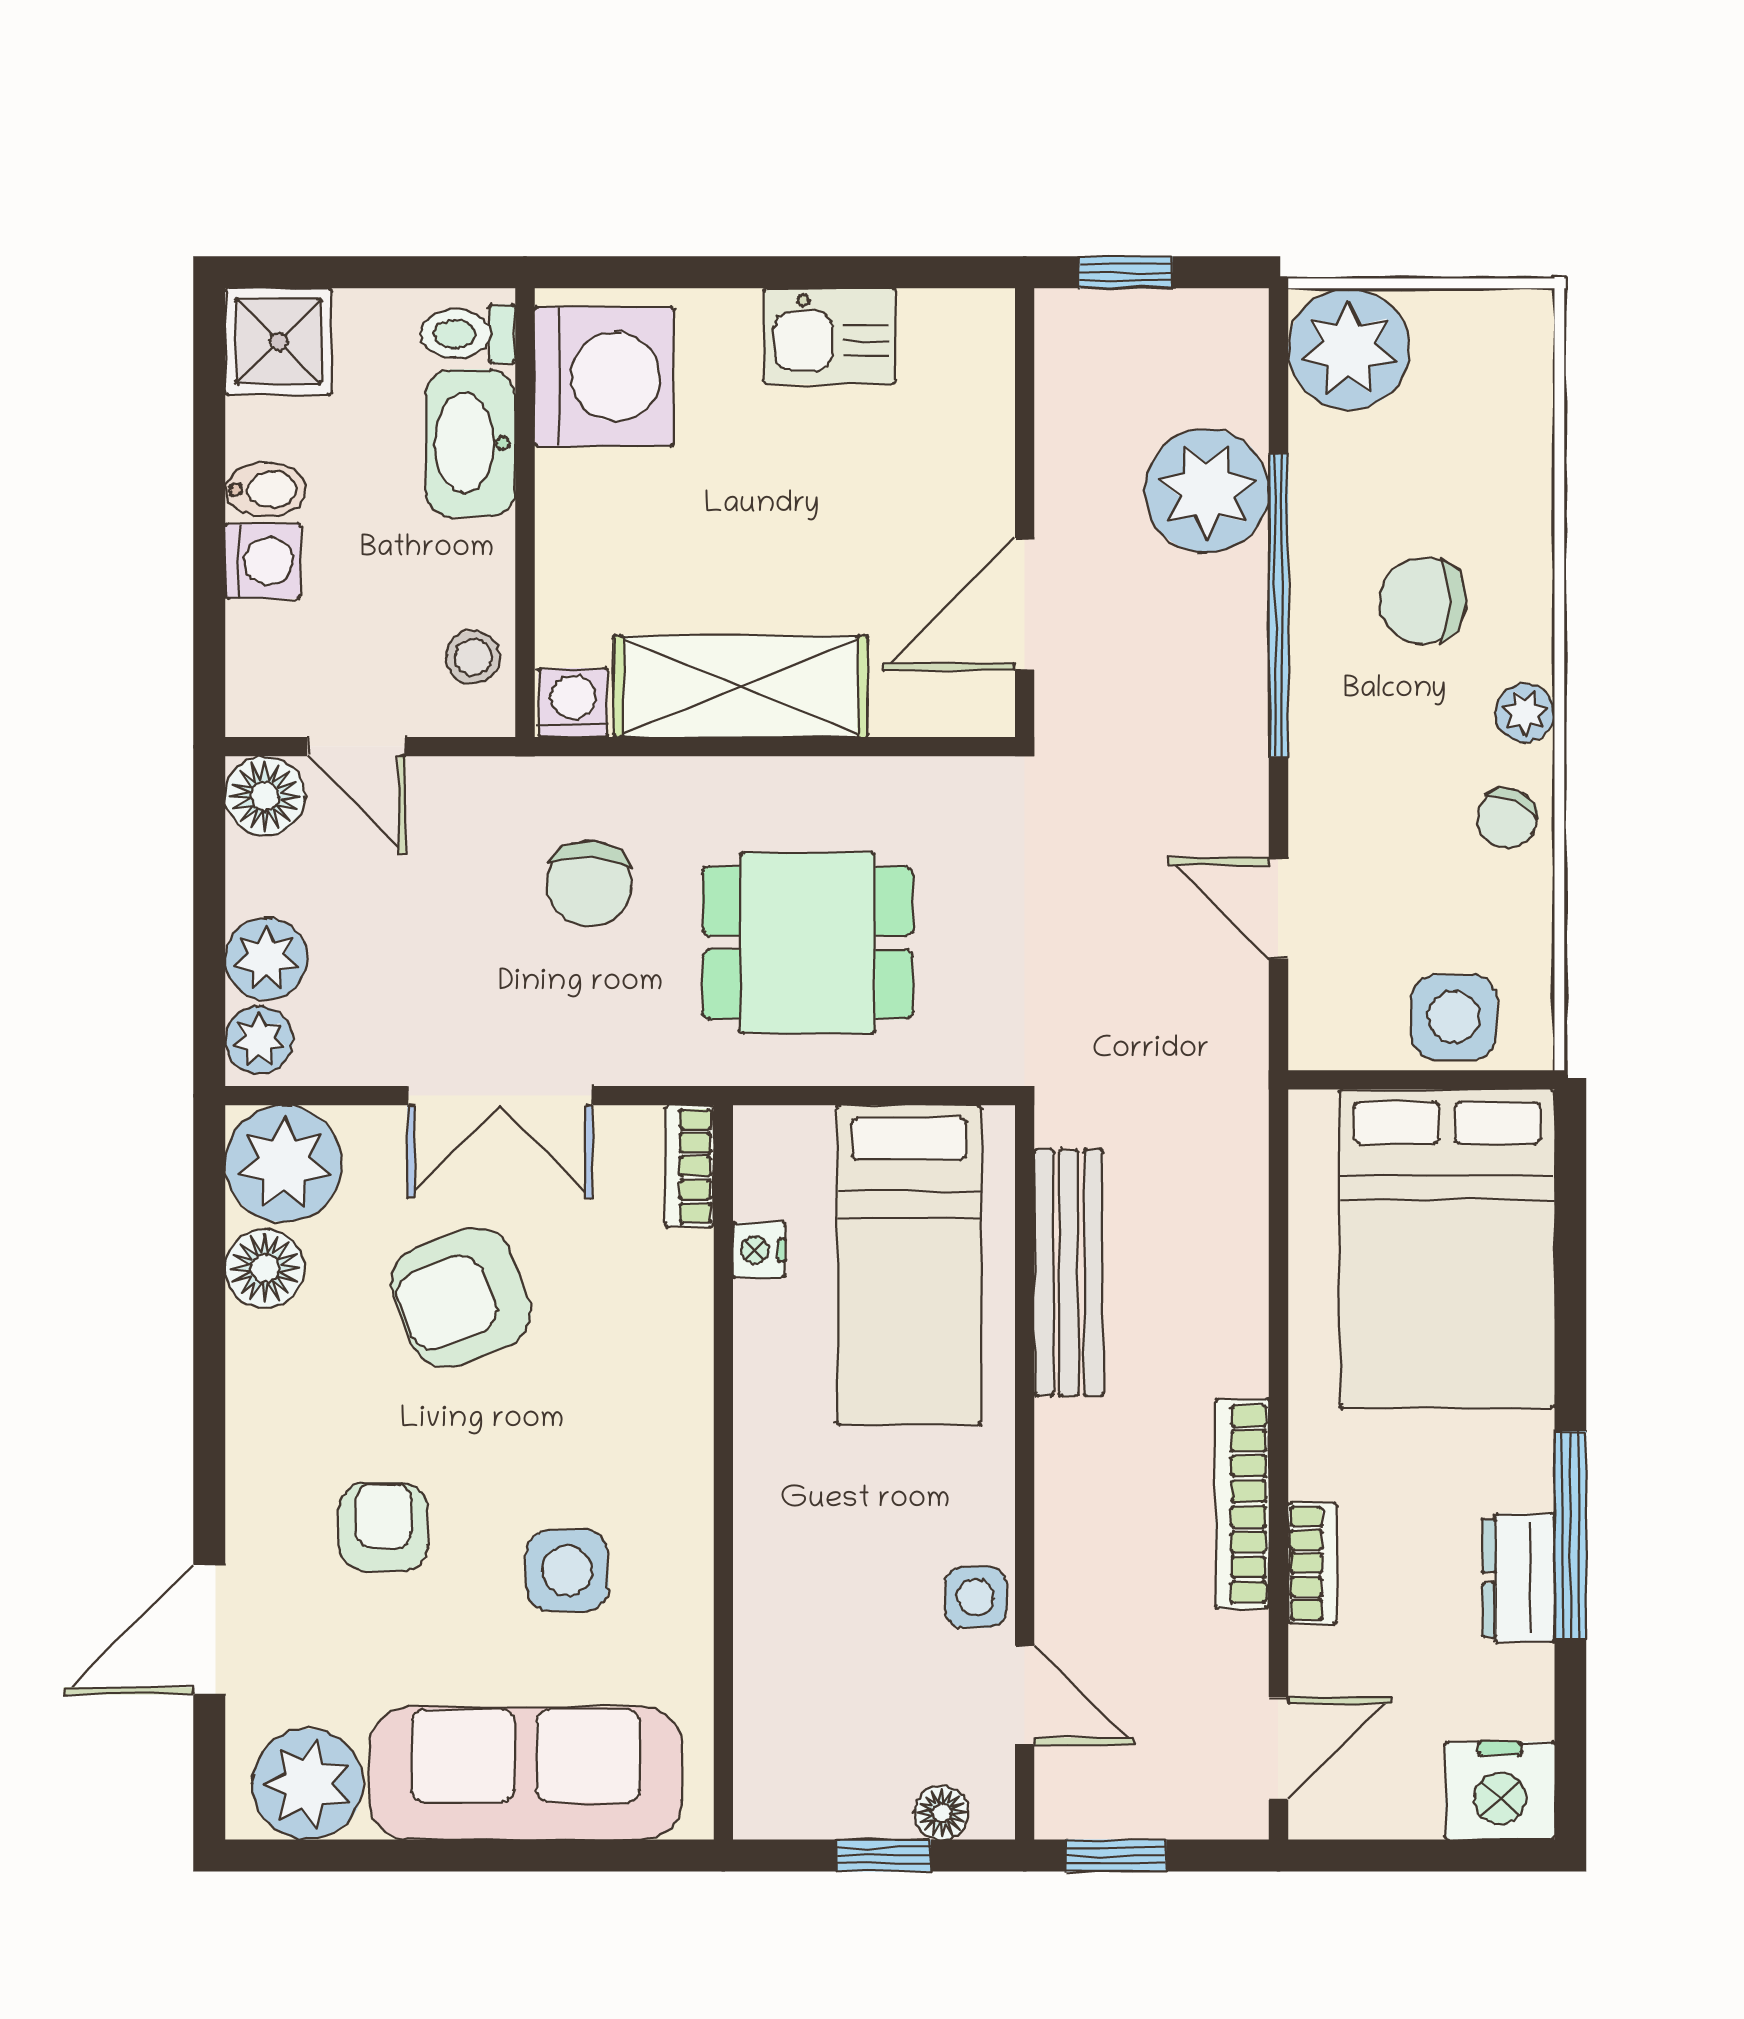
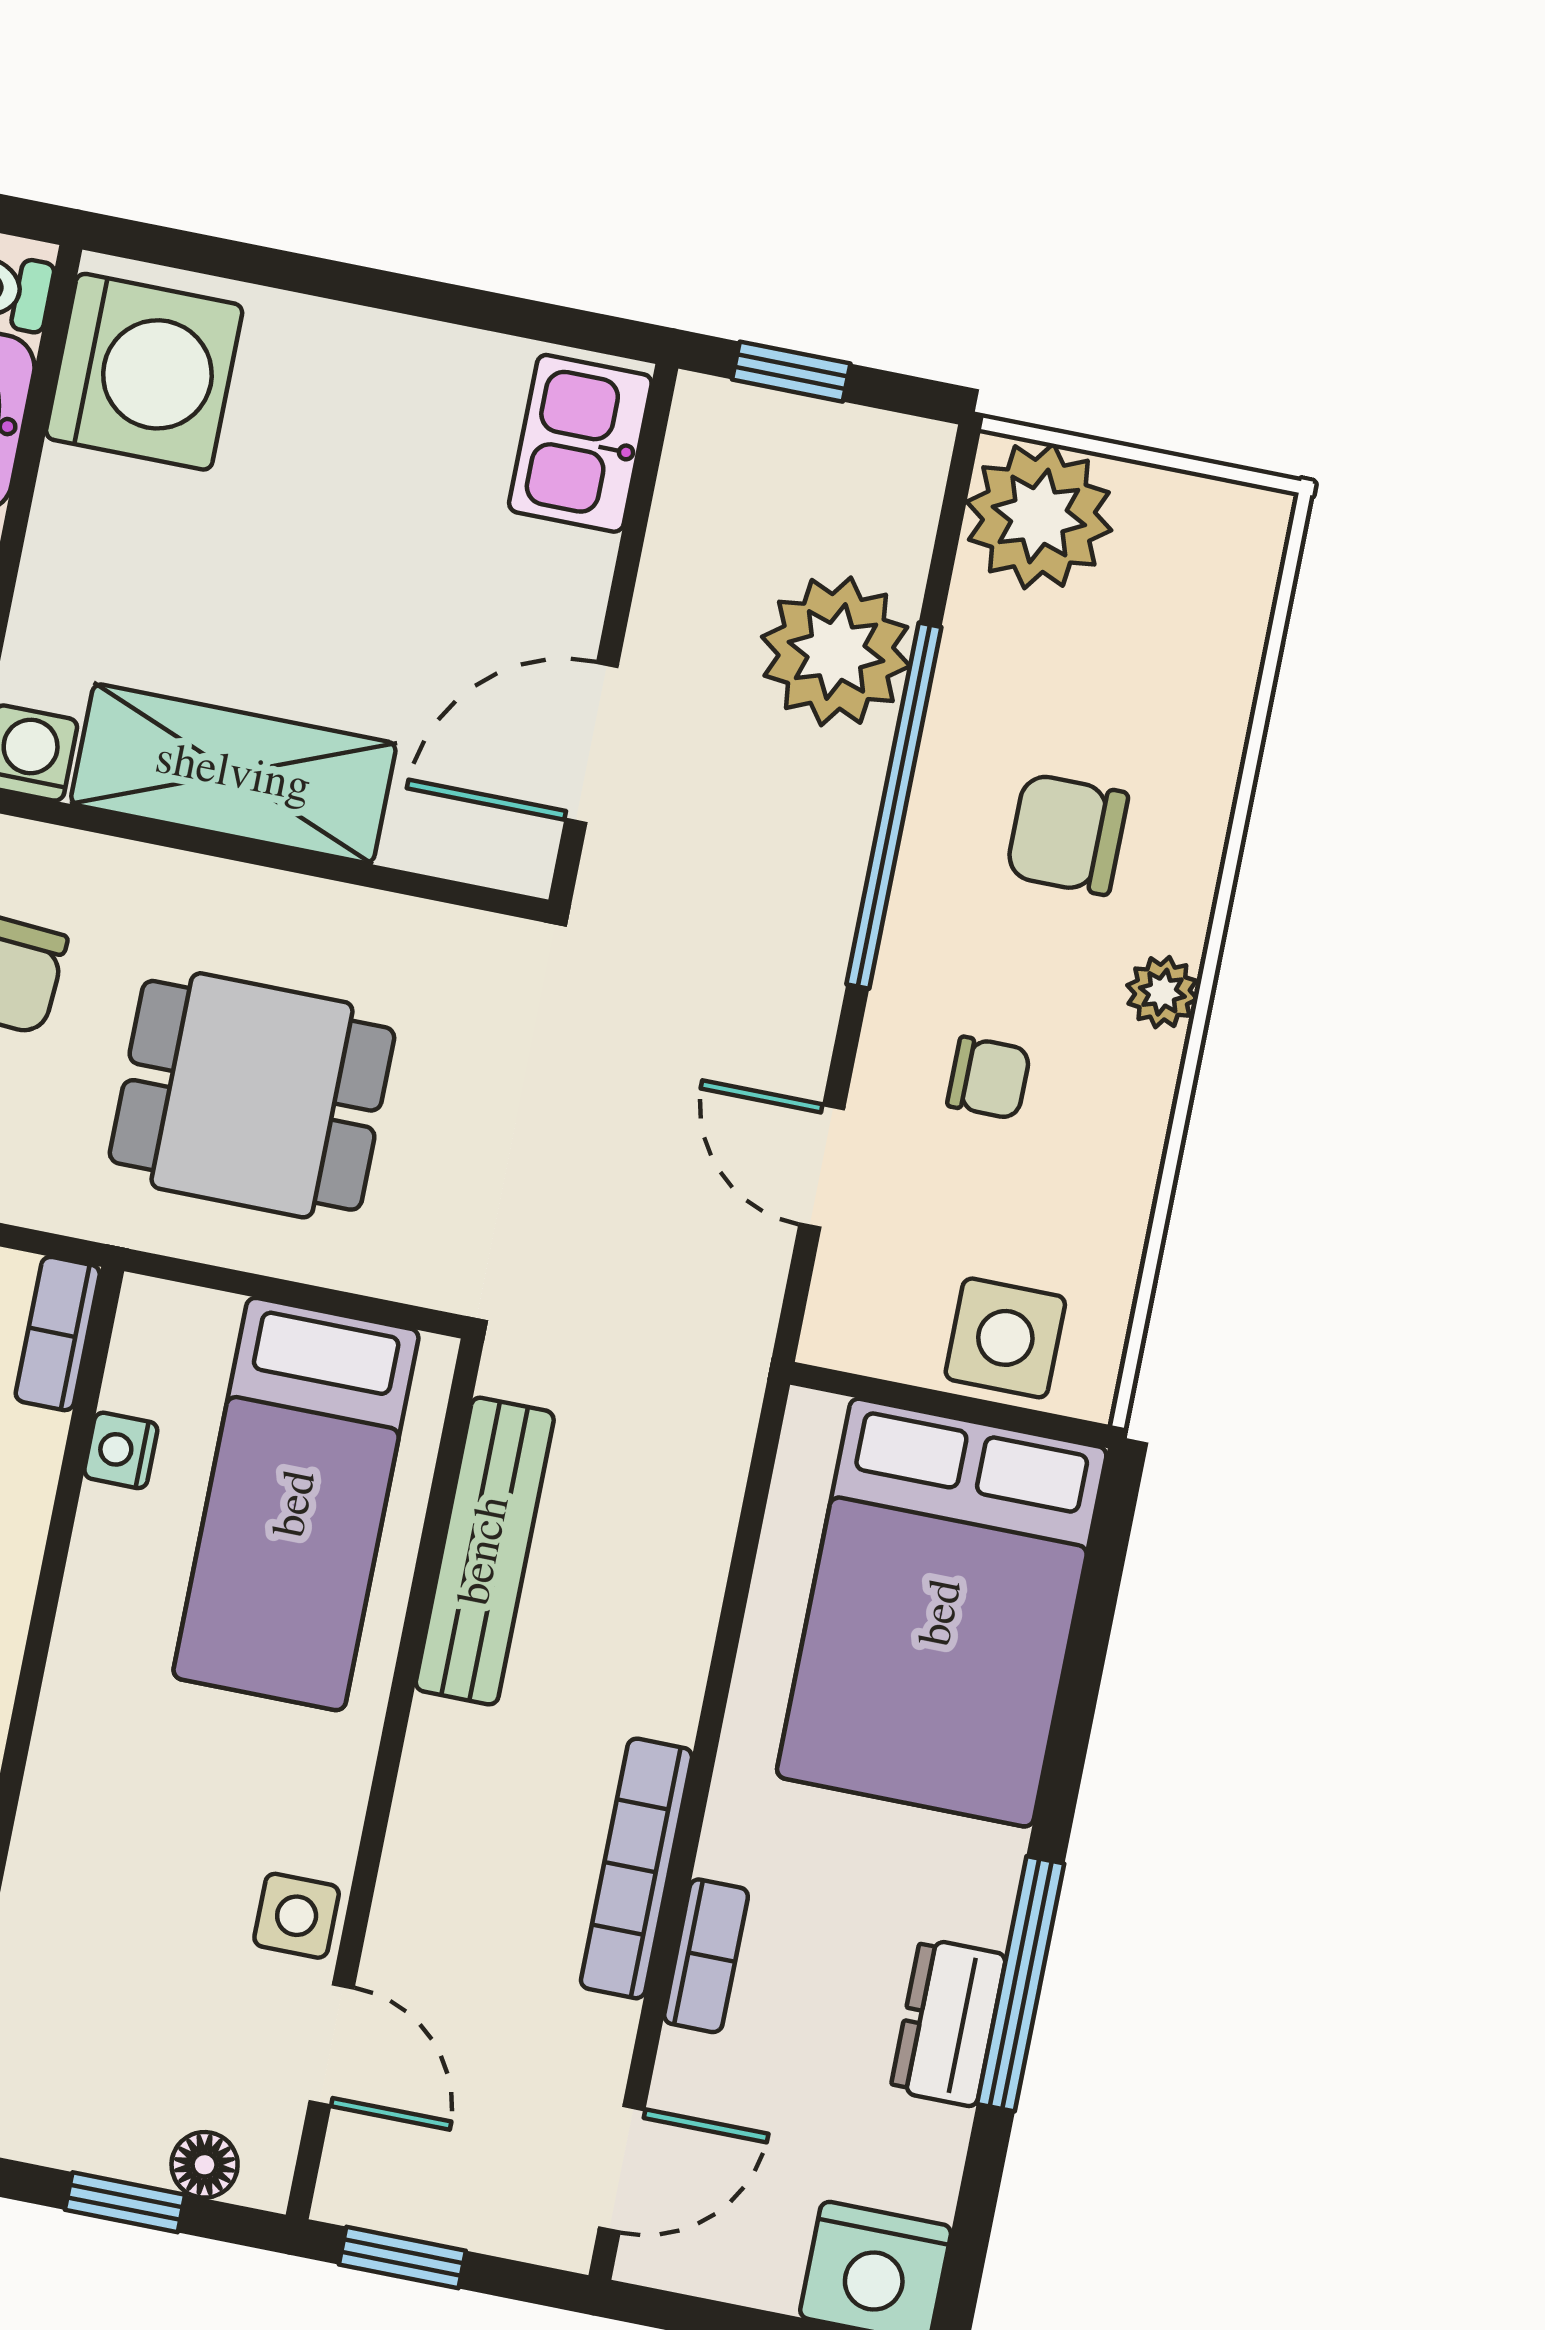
kitchen sink: (830, 336) -> (580, 443), moved, turned 90
chair: (1507, 819) -> (989, 1078), moved, turned -113

